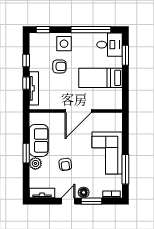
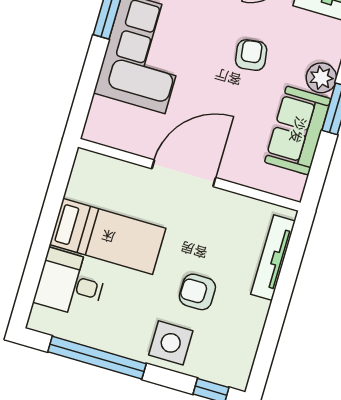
desk: (110, 45) -> (71, 283), moved
window: (125, 55) -> (33, 273), removed
window: (26, 60) -> (272, 329), removed
window: (26, 83) -> (288, 275), removed

